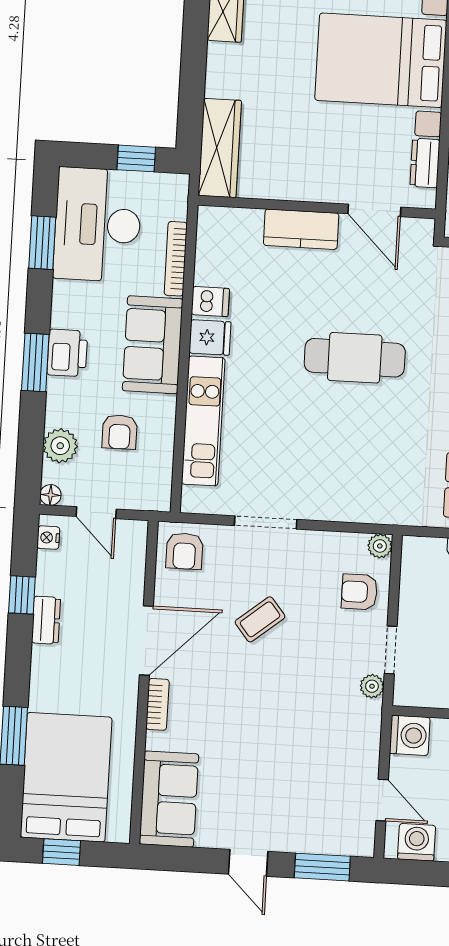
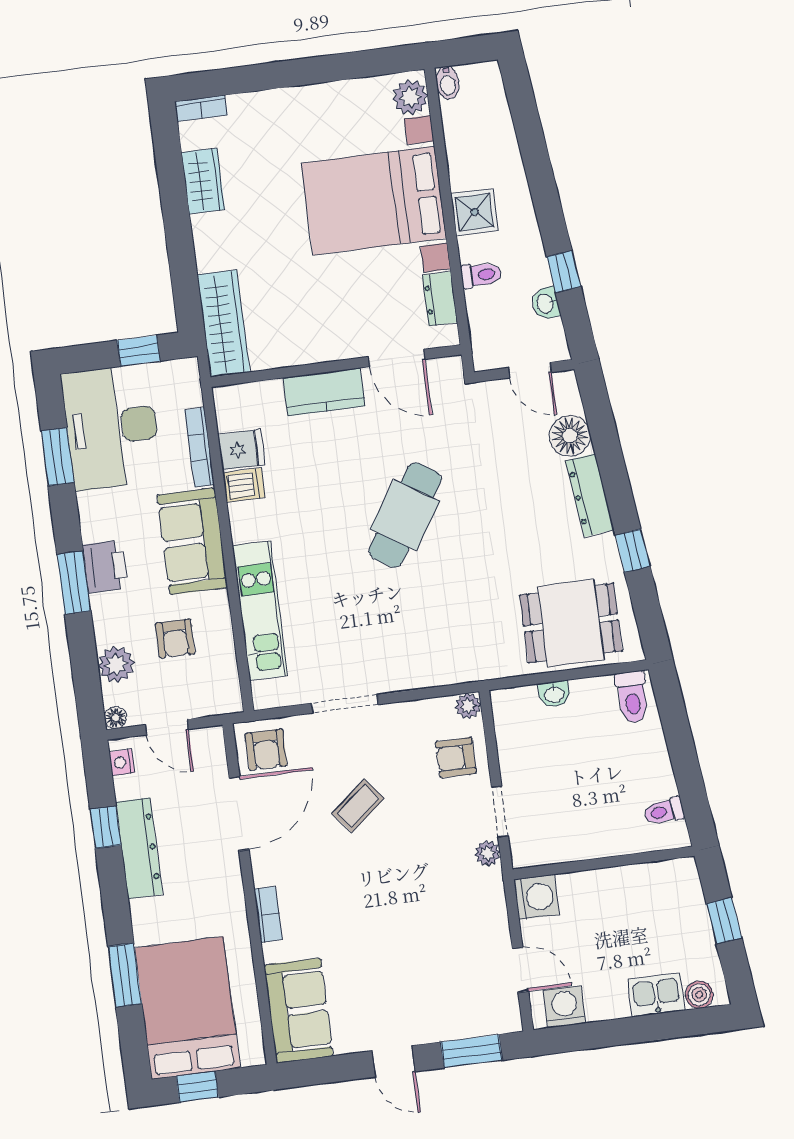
fridge: (210, 337) -> (241, 450), moved
cafe table: (355, 358) -> (405, 515), turned -57
dresser: (46, 620) -> (139, 848), width x1.96, depth x1.24
door: (146, 640) -> (239, 814), moved

